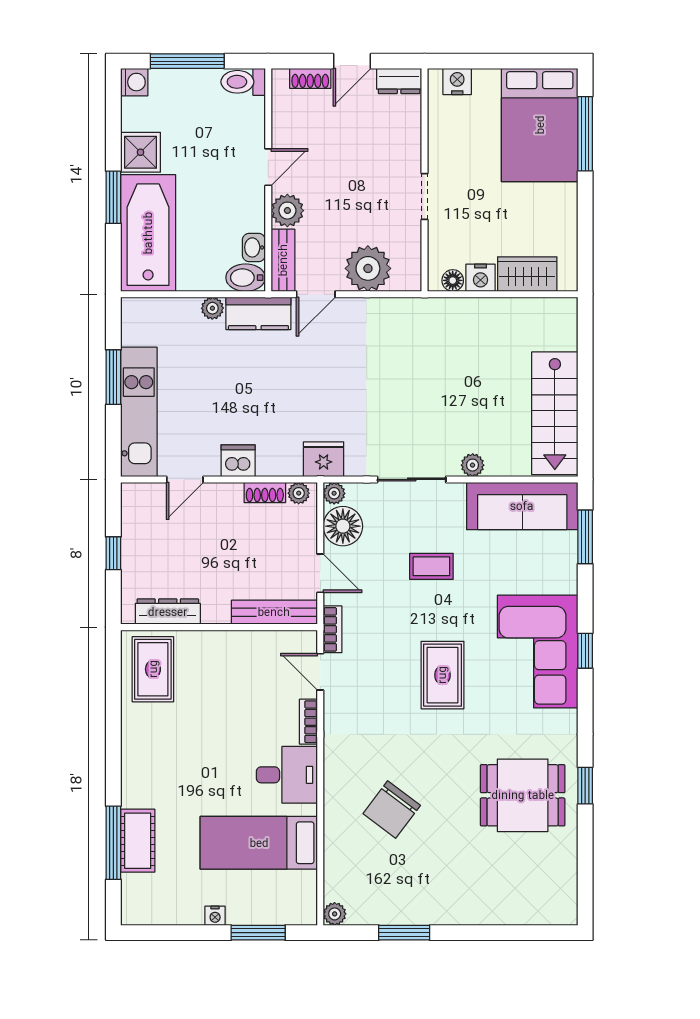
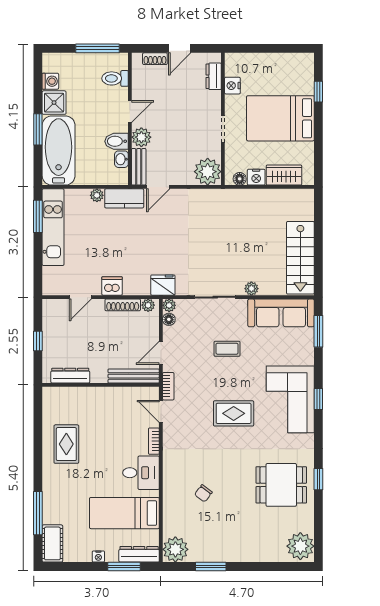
window: (187, 61) -> (98, 48), moved
dresser: (399, 81) -> (214, 76), moved, turned 90
nightstand: (457, 81) -> (232, 86), moved, turned -90
washing machine: (134, 82) -> (50, 81), moved
toilet: (243, 82) -> (115, 78), moved
bed: (540, 125) -> (280, 118), moved, turned 90
window: (585, 134) -> (318, 92), width x0.46
plant: (368, 268) -> (208, 172), moved
bidet: (246, 278) -> (117, 141), moved
window: (113, 377) -> (38, 216), moved
kitchen unit: (139, 412) -> (53, 227), moved
shoe rack: (265, 492) -> (123, 305), width x1.43
floor lamp: (343, 526) -> (169, 319), width x0.53, depth x0.53
door: (320, 573) -> (161, 353), swing flipped
rug: (153, 669) -> (66, 444), moved
rug: (442, 675) -> (234, 413), turned 90
chair: (392, 810) -> (203, 493), width x0.54, depth x0.54
cot: (138, 841) -> (52, 543), moved
plant: (555, 898) -> (300, 546), added
dresser: (284, 912) -> (139, 554), added
plant: (335, 914) -> (175, 549), width x1.87, depth x1.87

